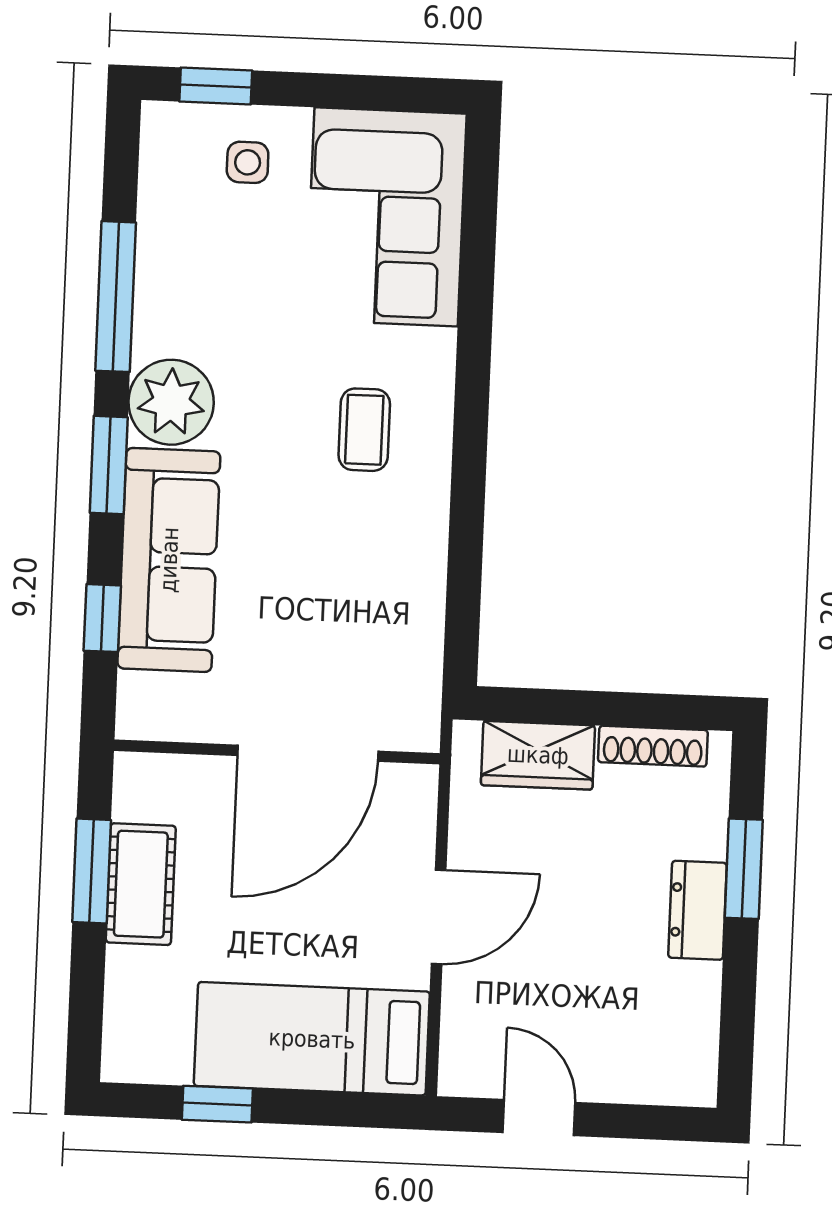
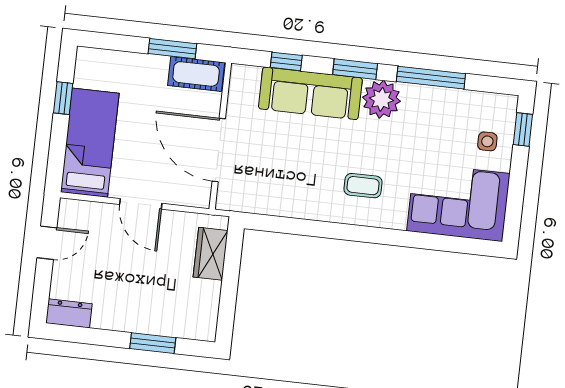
shoe rack: (653, 746) -> (211, 306), removed
cot: (141, 884) -> (196, 74), moved
dresser: (698, 910) -> (69, 313), moved

